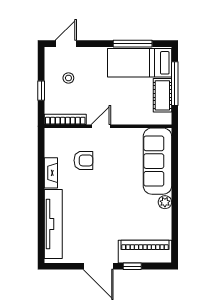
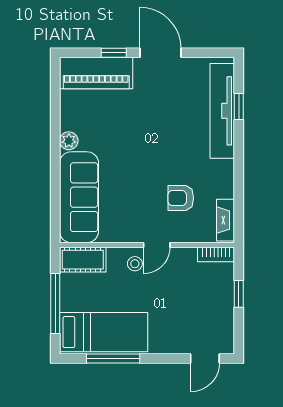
stool: (68, 78) -> (135, 264), moved
cot: (162, 95) -> (83, 260), moved, turned 90
bookcase: (65, 119) -> (216, 254), width x0.64
fireplace: (51, 173) -> (225, 220), moved
window: (41, 227) -> (239, 107), added

